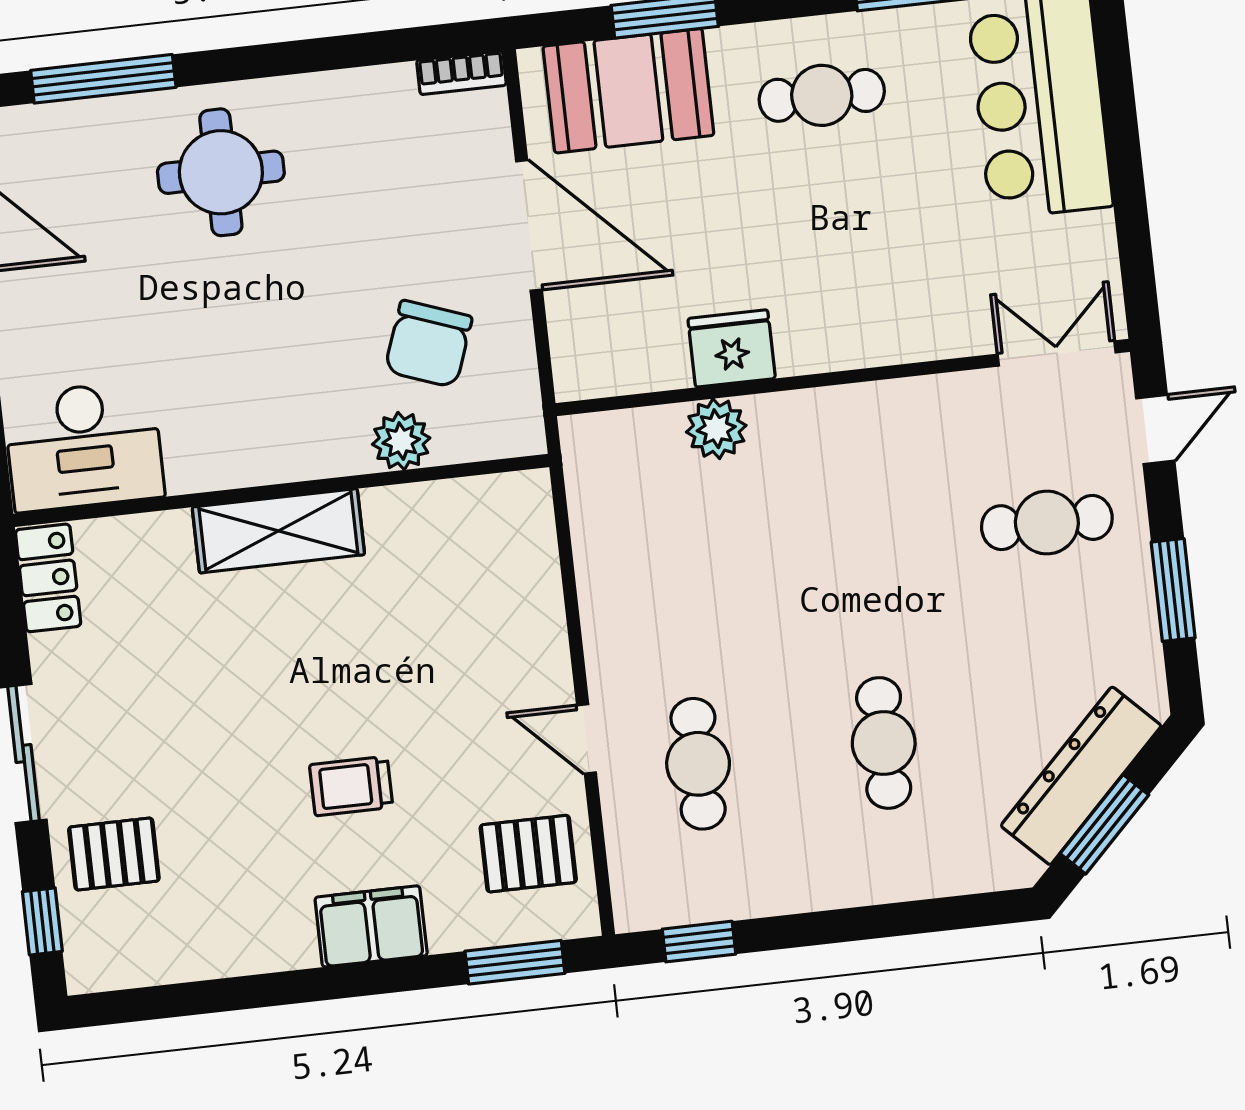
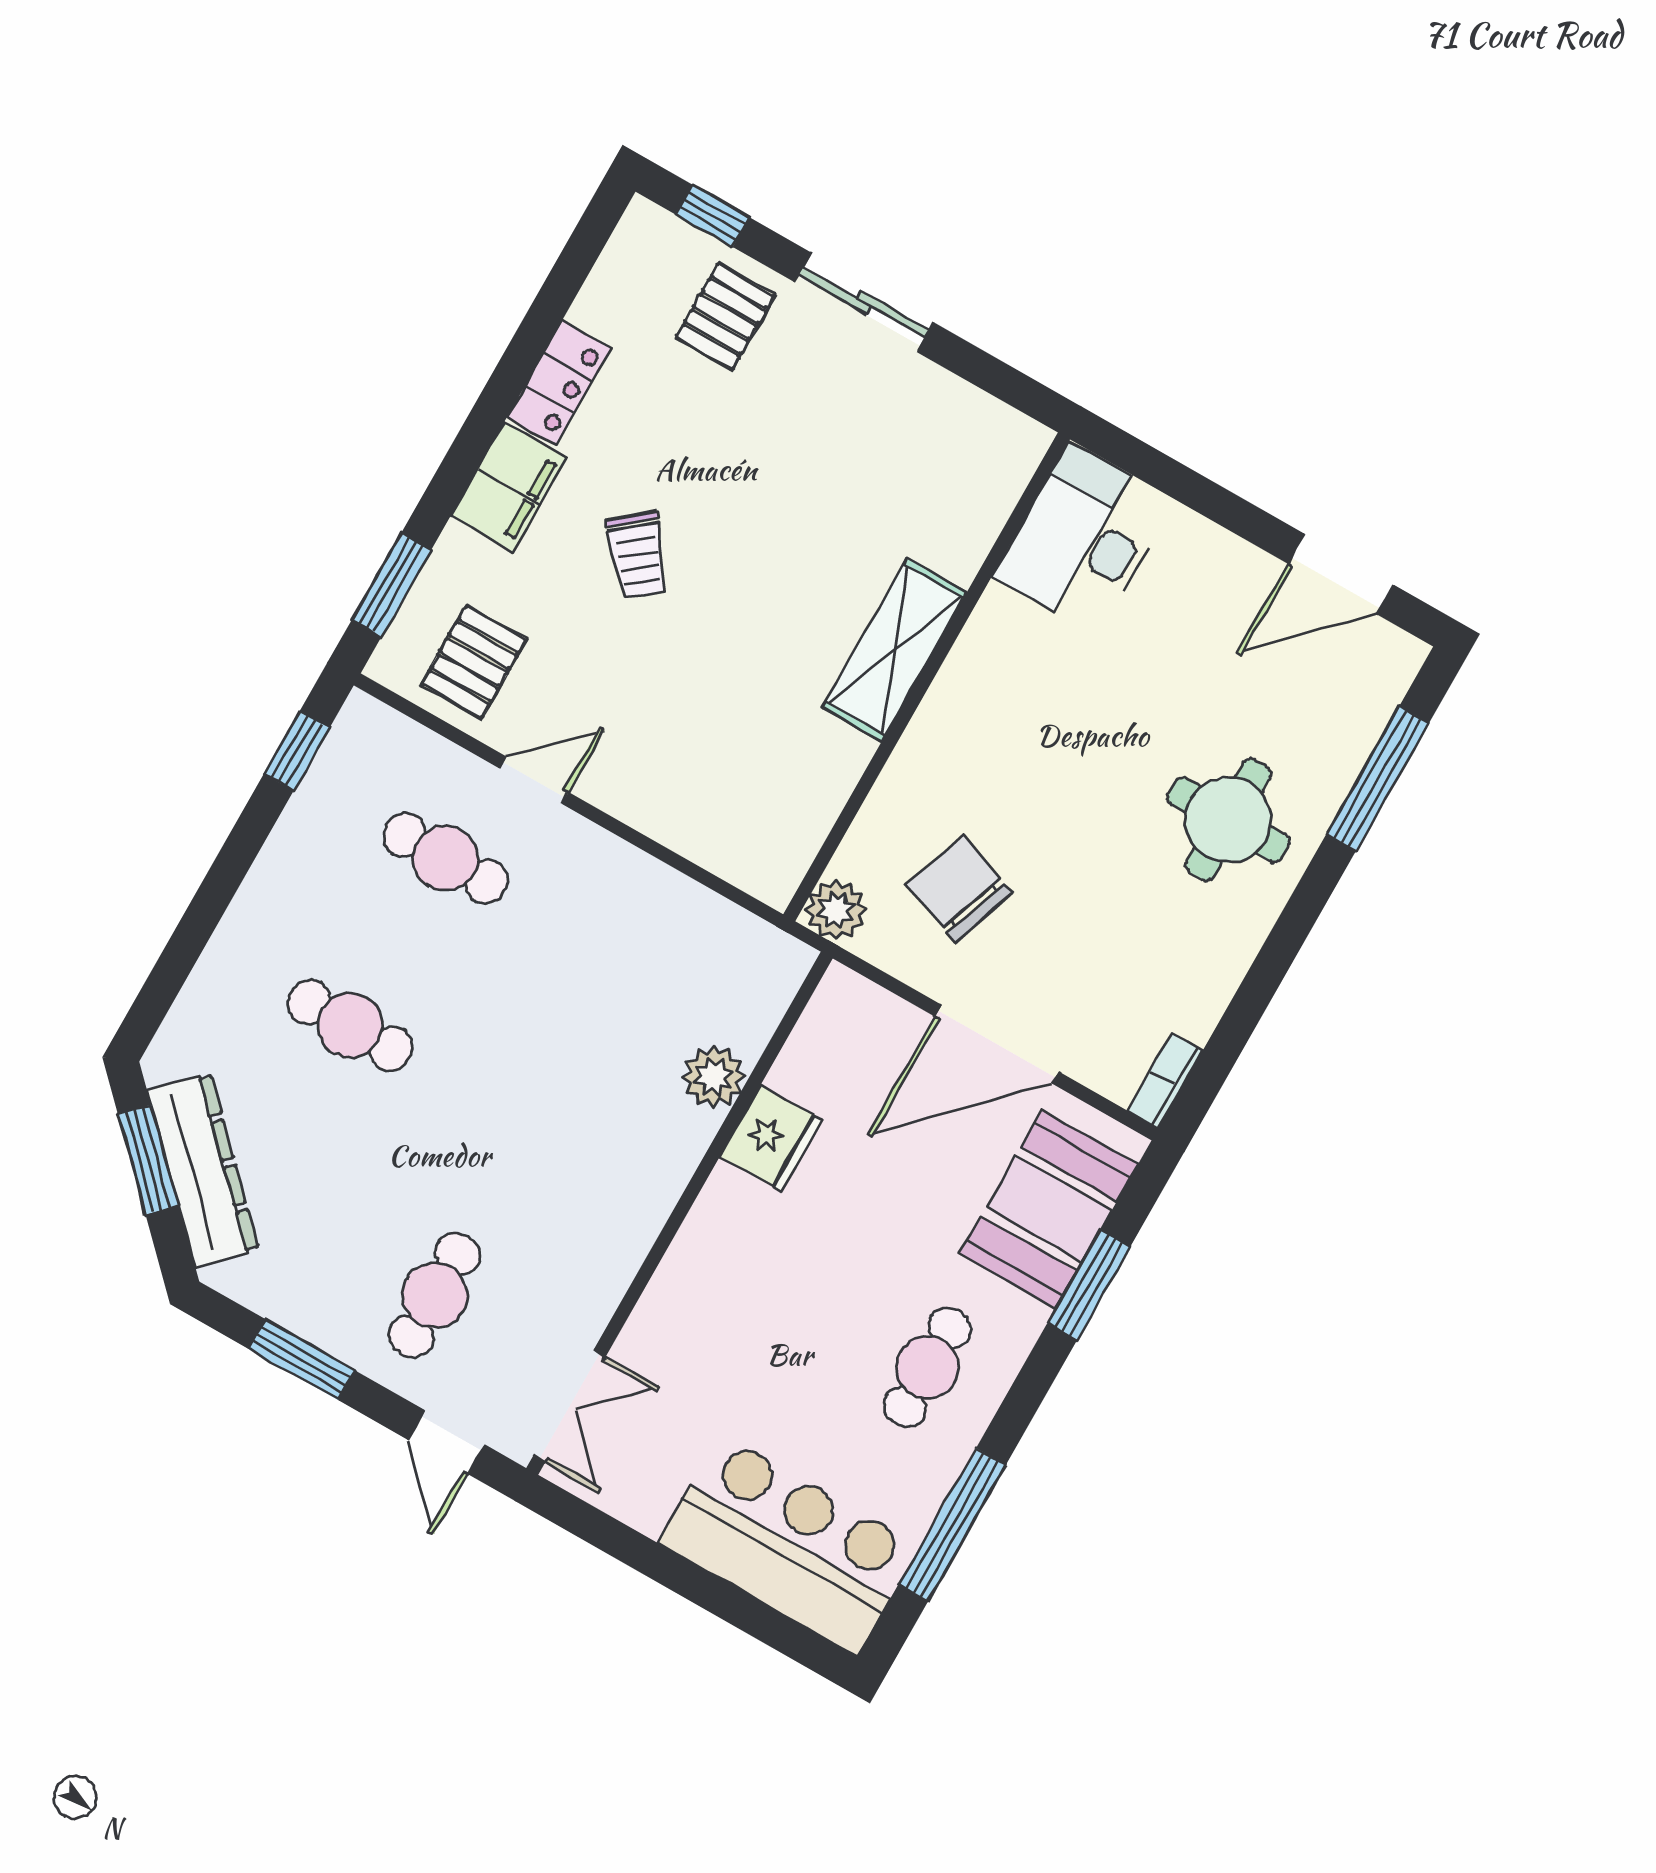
plant: (401, 441) -> (836, 910), moved
locker: (48, 578) -> (559, 383), moved, turned -90
trolley: (351, 786) -> (638, 555), turned 141

